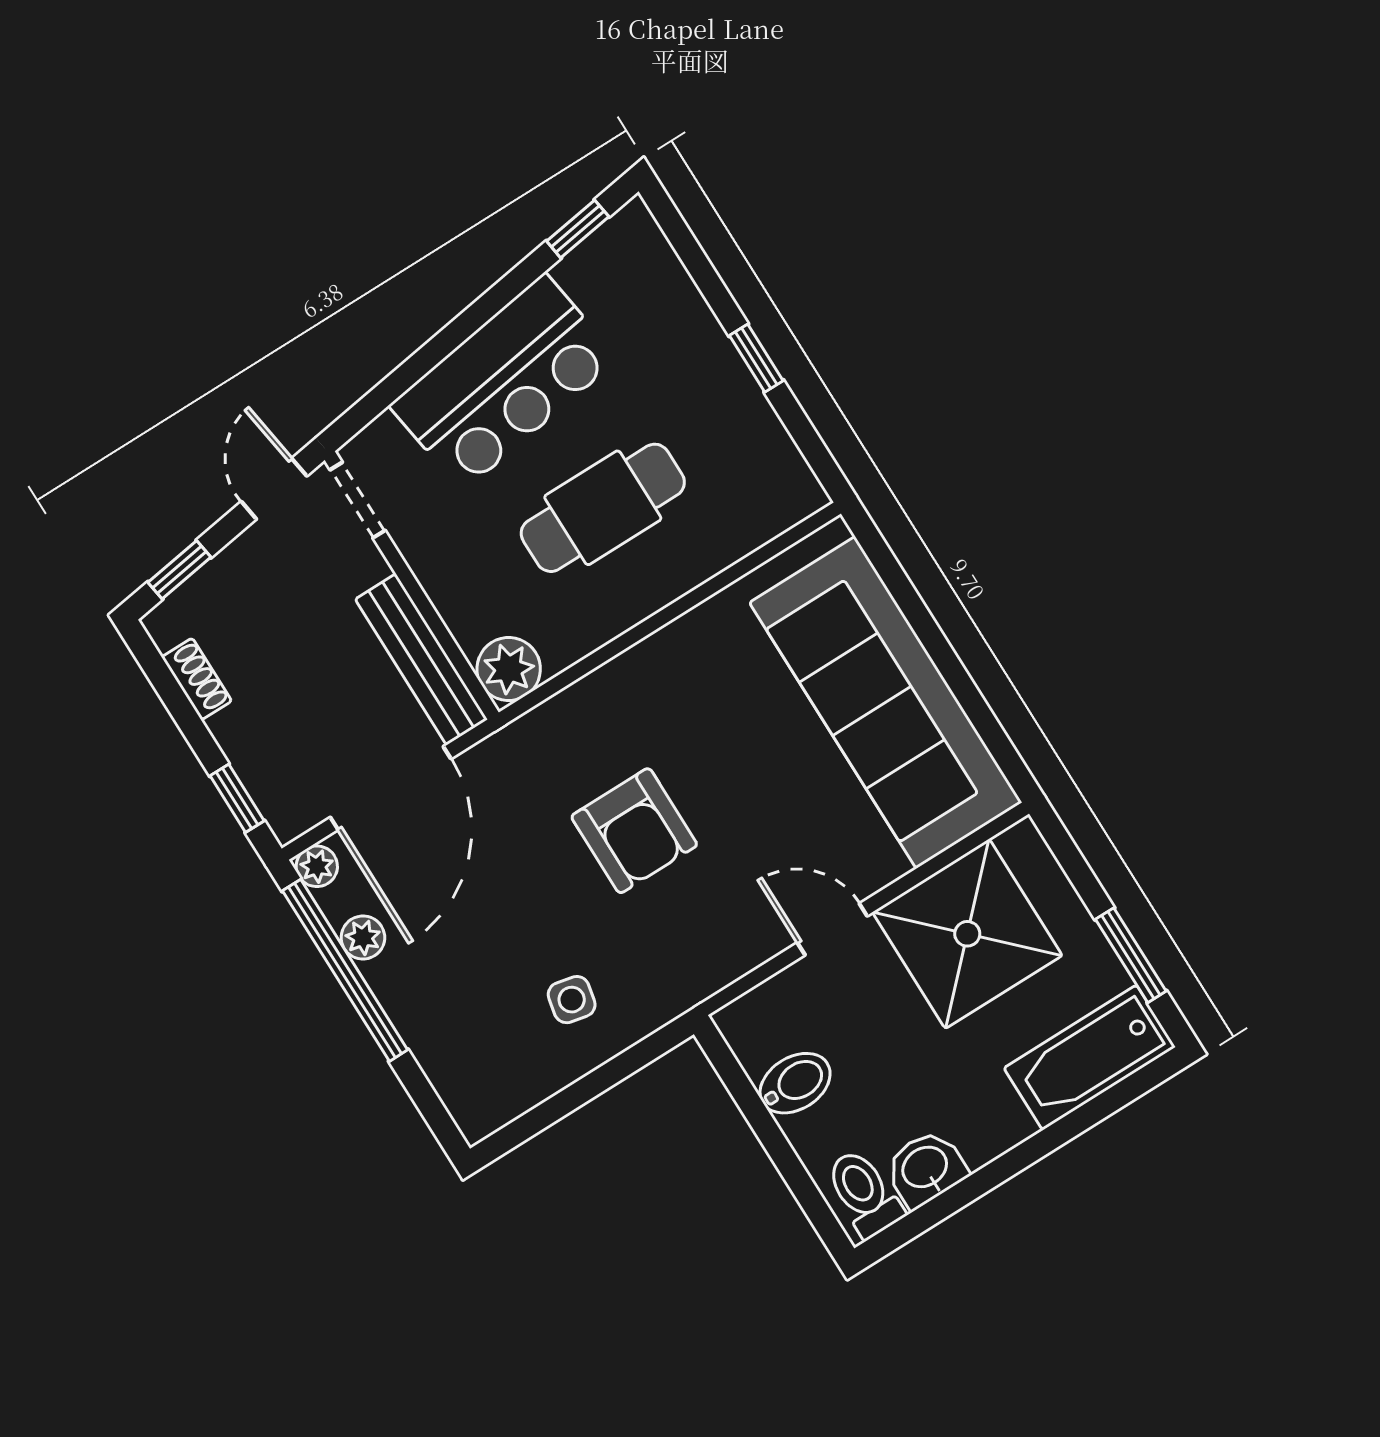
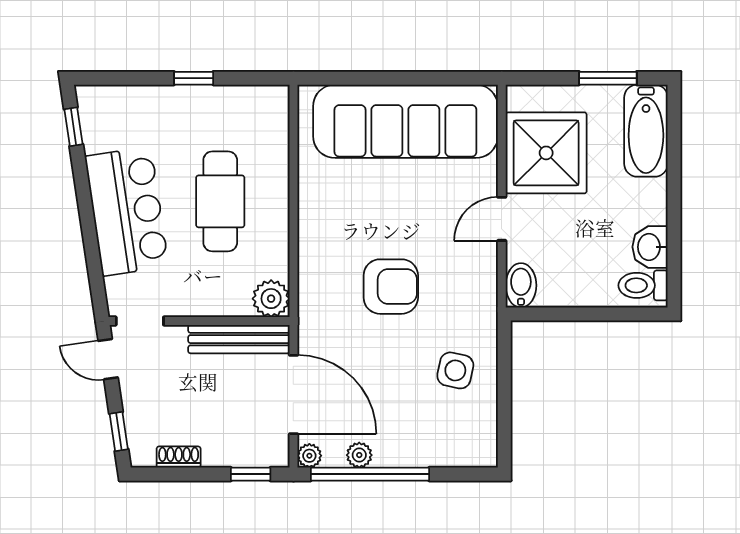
side table: (572, 1000) -> (455, 370), width x1.37, depth x1.37
bidet: (795, 1083) -> (521, 285), moved

